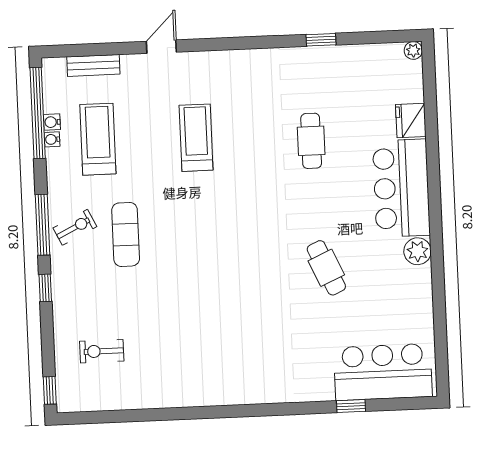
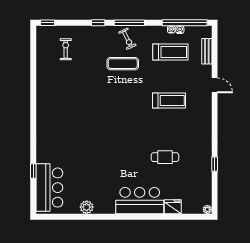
plant: (418, 251) -> (87, 207), moved
cafe table: (326, 268) -> (102, 162), removed

